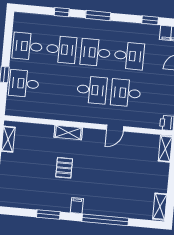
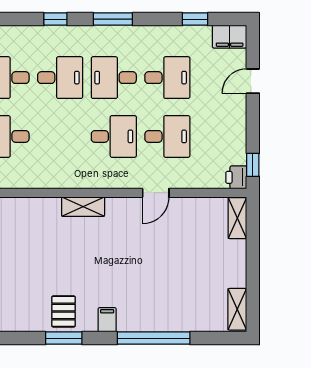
desk: (126, 93) -> (167, 136), turned 180
pallet: (64, 168) -> (64, 311), moved

